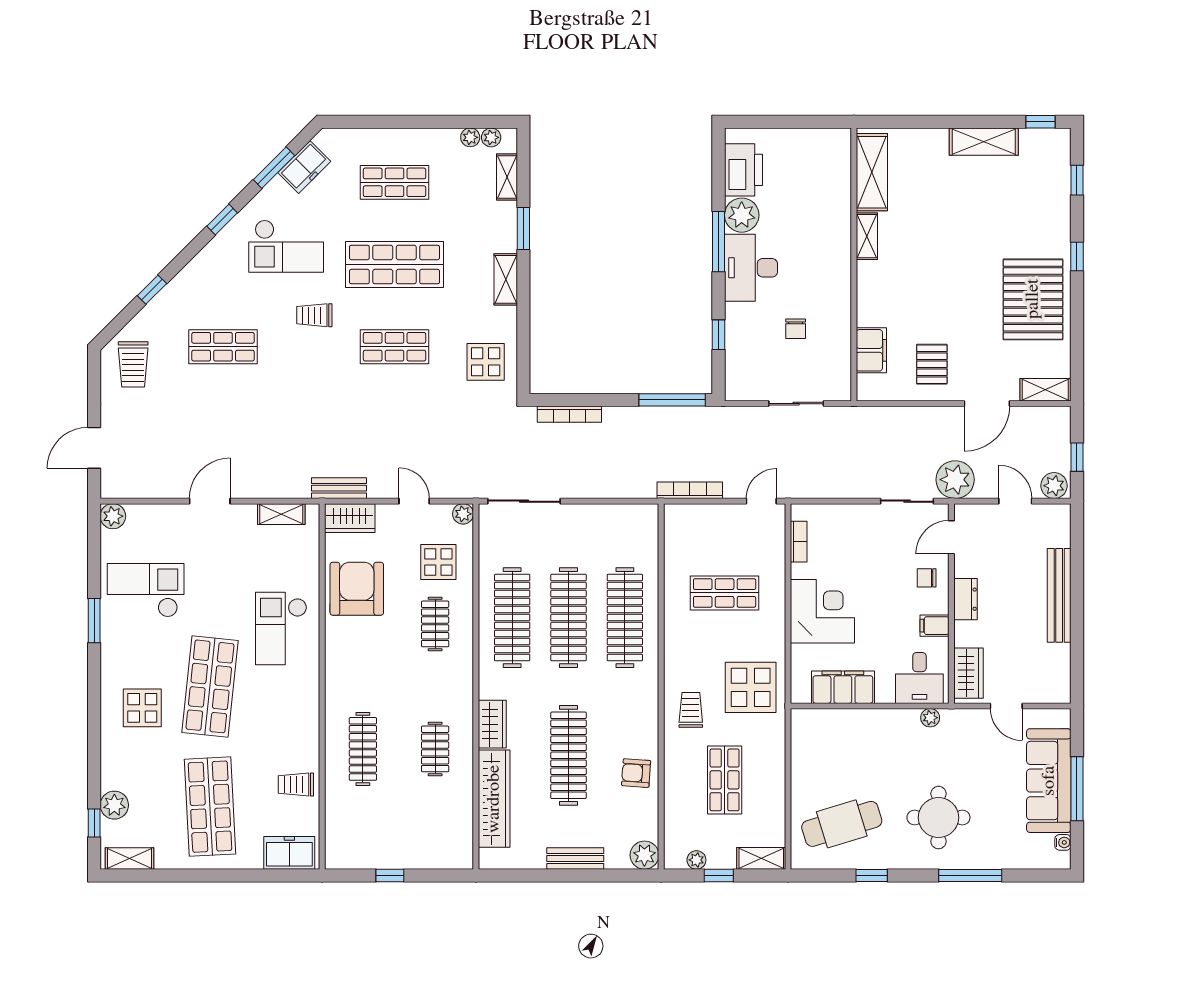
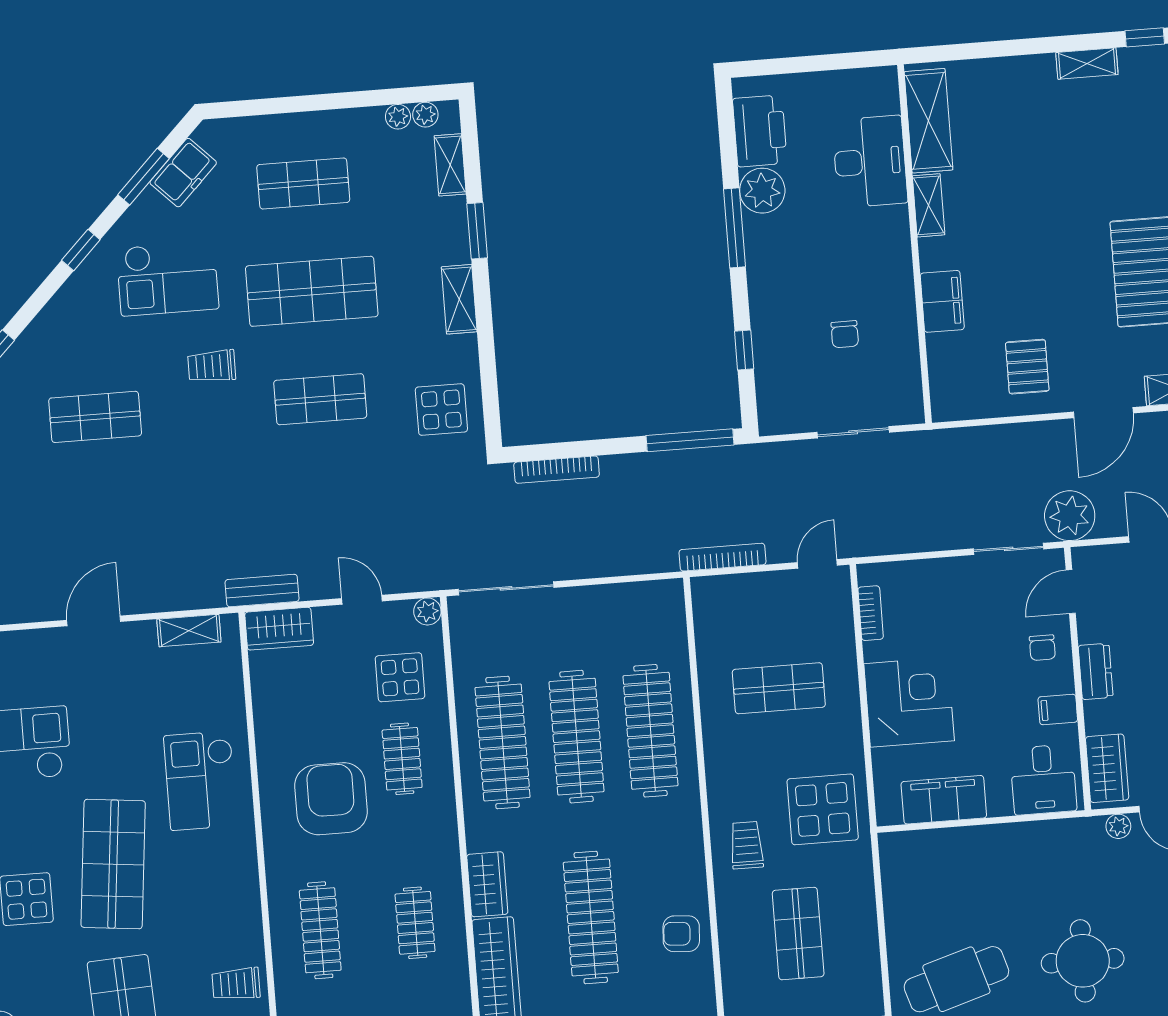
shelving: (984, 142) -> (1087, 64), width x0.67, depth x0.75
desk: (751, 268) -> (870, 162), moved, turned 180
filing cabinet: (871, 350) -> (942, 301), moved
chair: (927, 578) -> (1042, 648), turned -90
armchair: (357, 589) -> (331, 799), moved
plant: (930, 718) -> (1118, 826), moved

